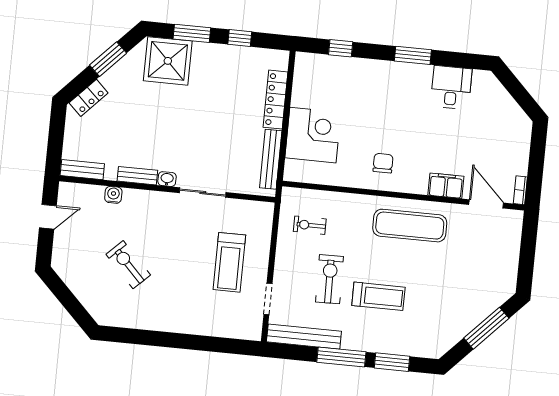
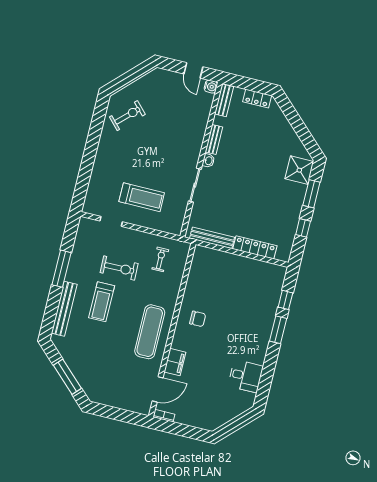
window: (413, 55) -> (278, 330), moved
window: (108, 59) -> (301, 130), removed
shower: (168, 61) -> (299, 170), width x0.73, depth x0.73
locker: (89, 98) -> (257, 99), moved, turned -44
corner desk: (313, 135) -> (225, 271), removed
water cooler: (113, 195) -> (211, 87), moved
treadmill: (229, 262) -> (142, 197), turned 180
exercise bike: (128, 265) -> (127, 116), moved
bench: (304, 337) -> (64, 309), moved
window: (392, 362) -> (53, 305), removed

